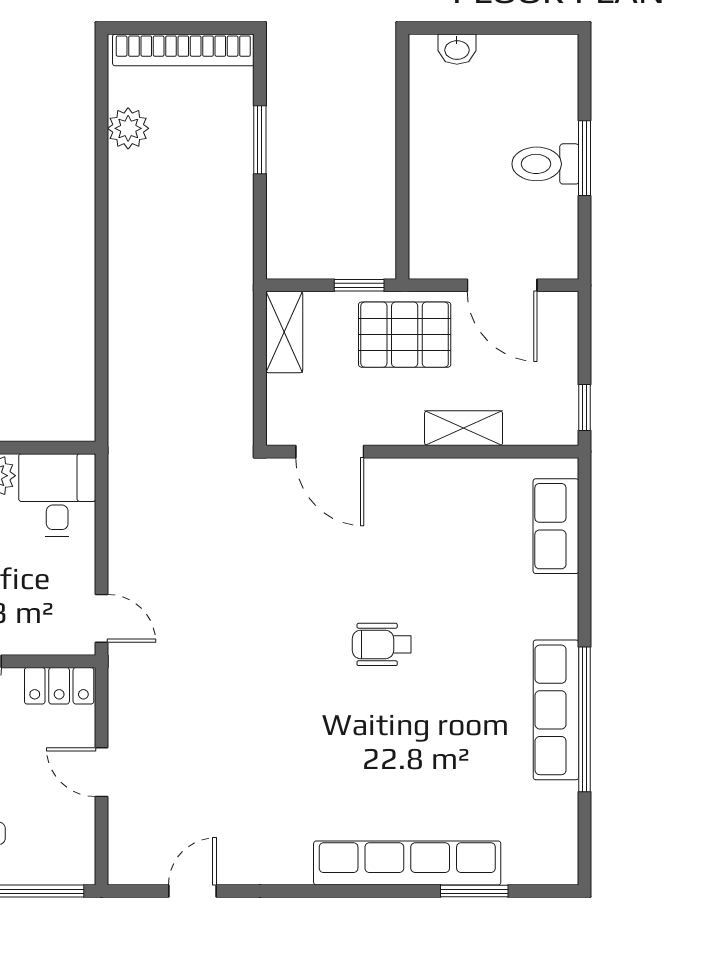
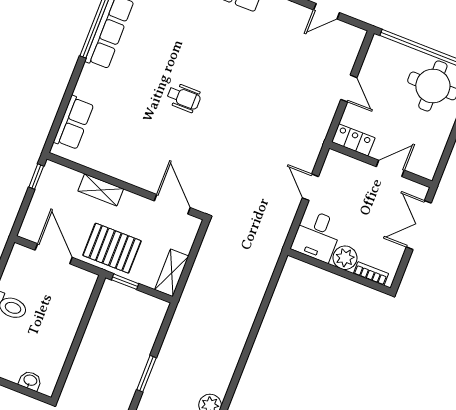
door: (102, 618) -> (310, 187), moved

